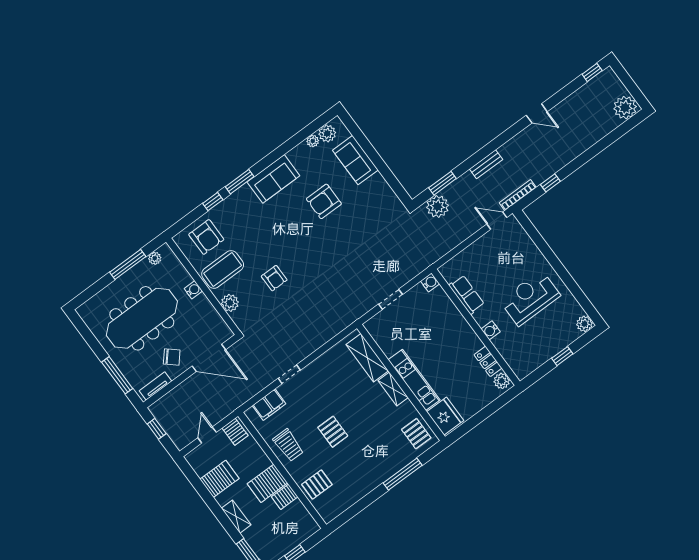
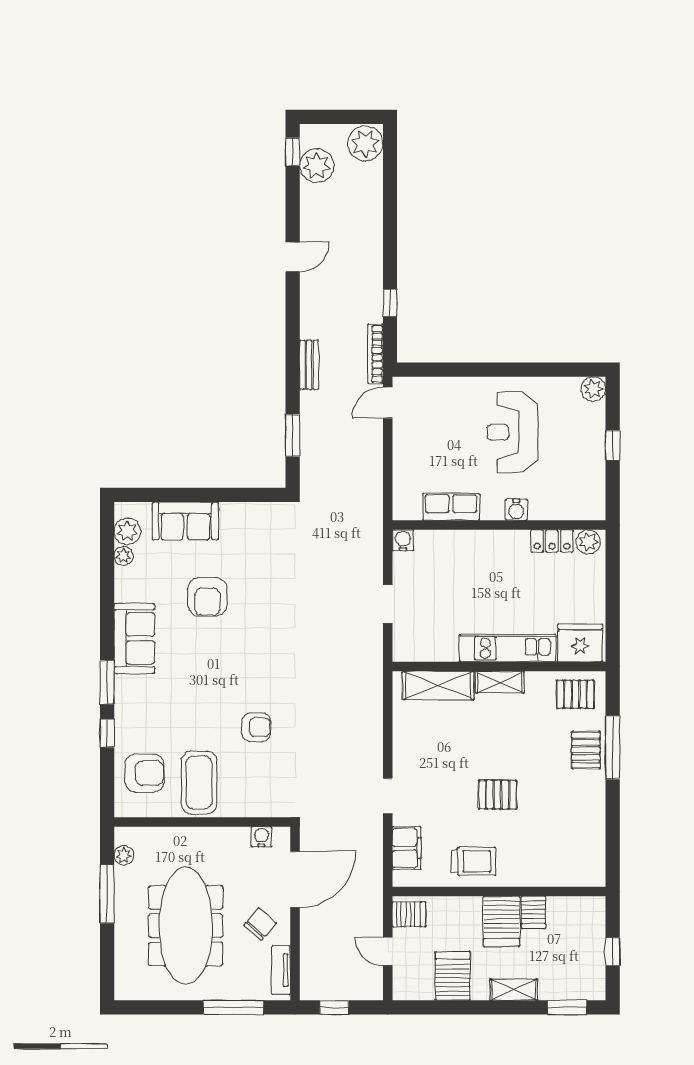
plant: (438, 206) -> (317, 166), moved
water cooler: (193, 290) -> (261, 837), moved
plant: (230, 303) -> (247, 804), removed
pallet: (317, 485) -> (586, 750), moved

